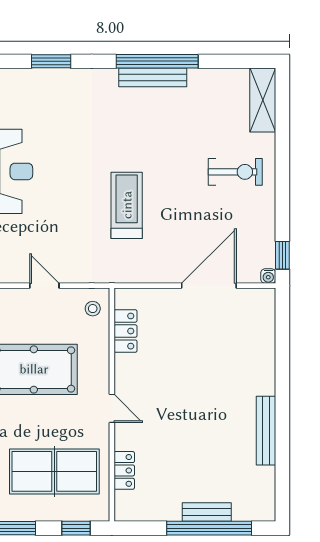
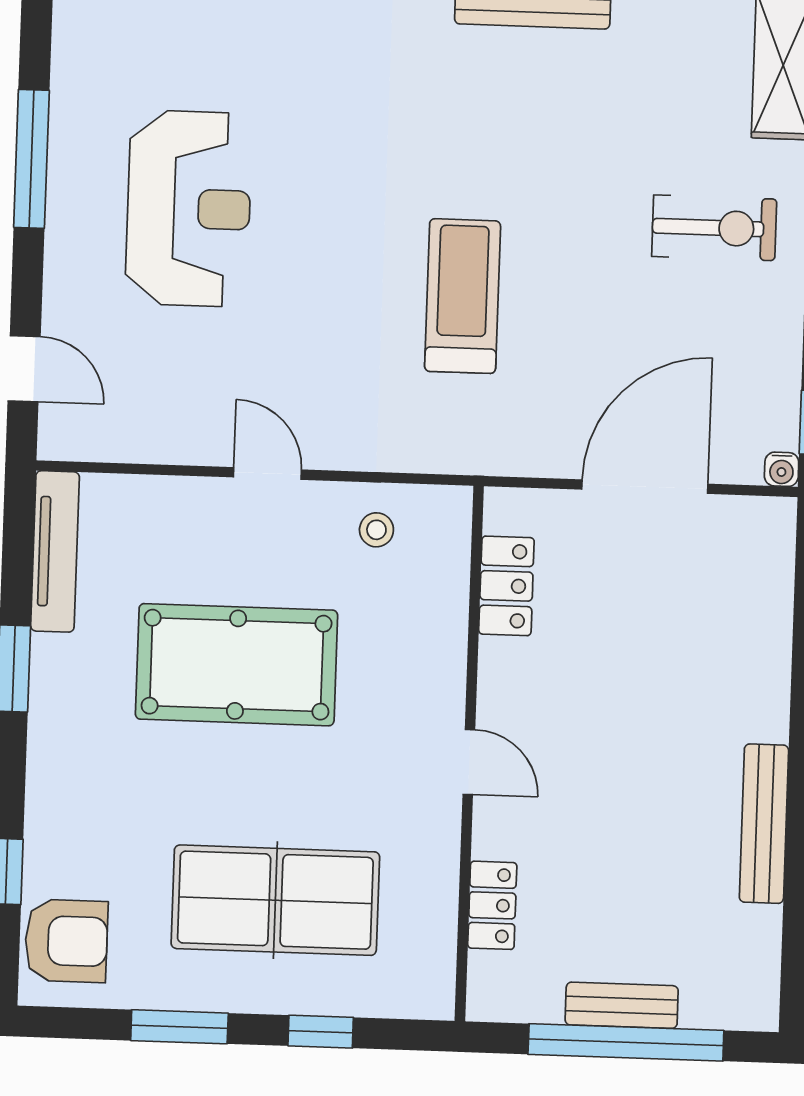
locker: (125, 331) -> (506, 586), moved
wall: (112, 405) -> (469, 754), moved
door: (112, 408) -> (469, 762), moved
locker: (124, 470) -> (492, 905), moved

